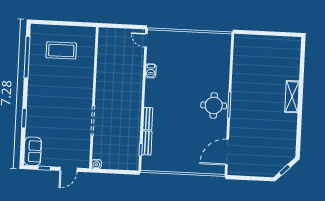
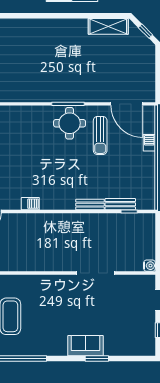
shelving: (292, 97) -> (108, 26), moved
sun lounger: (203, 130) -> (100, 136), added
sofa: (33, 151) -> (86, 346), moved
barbecue: (195, 169) -> (149, 143), added

